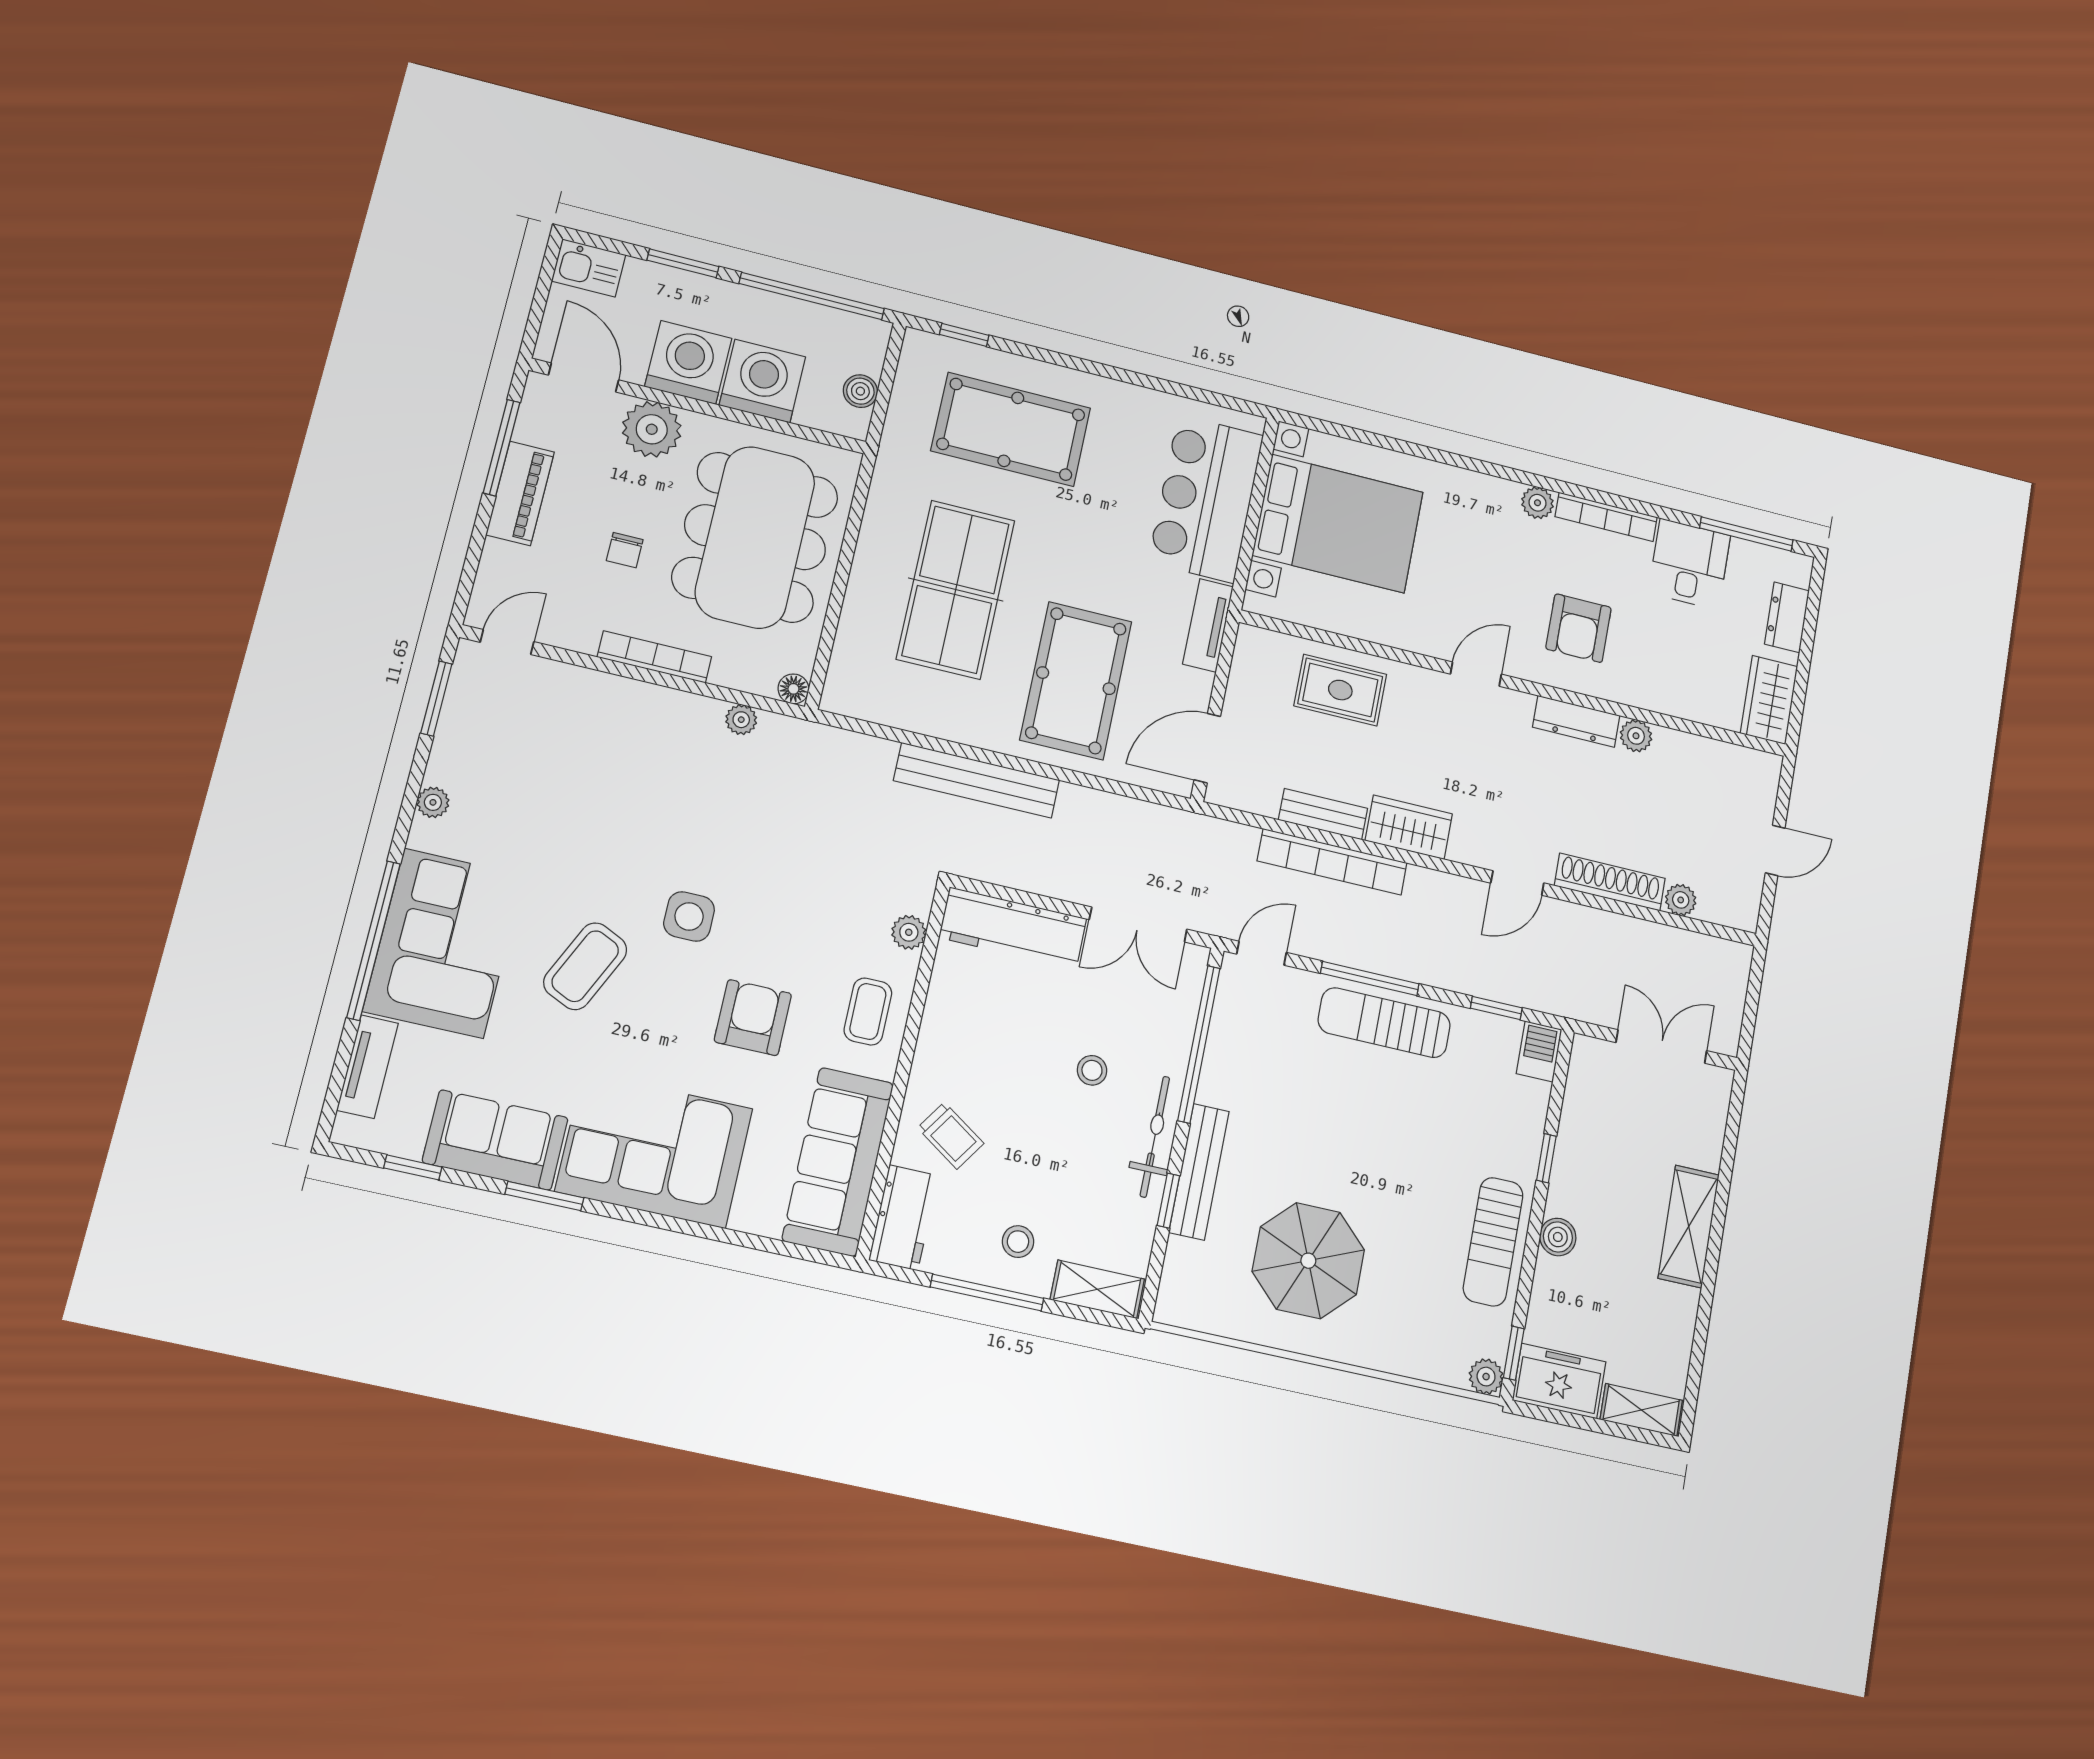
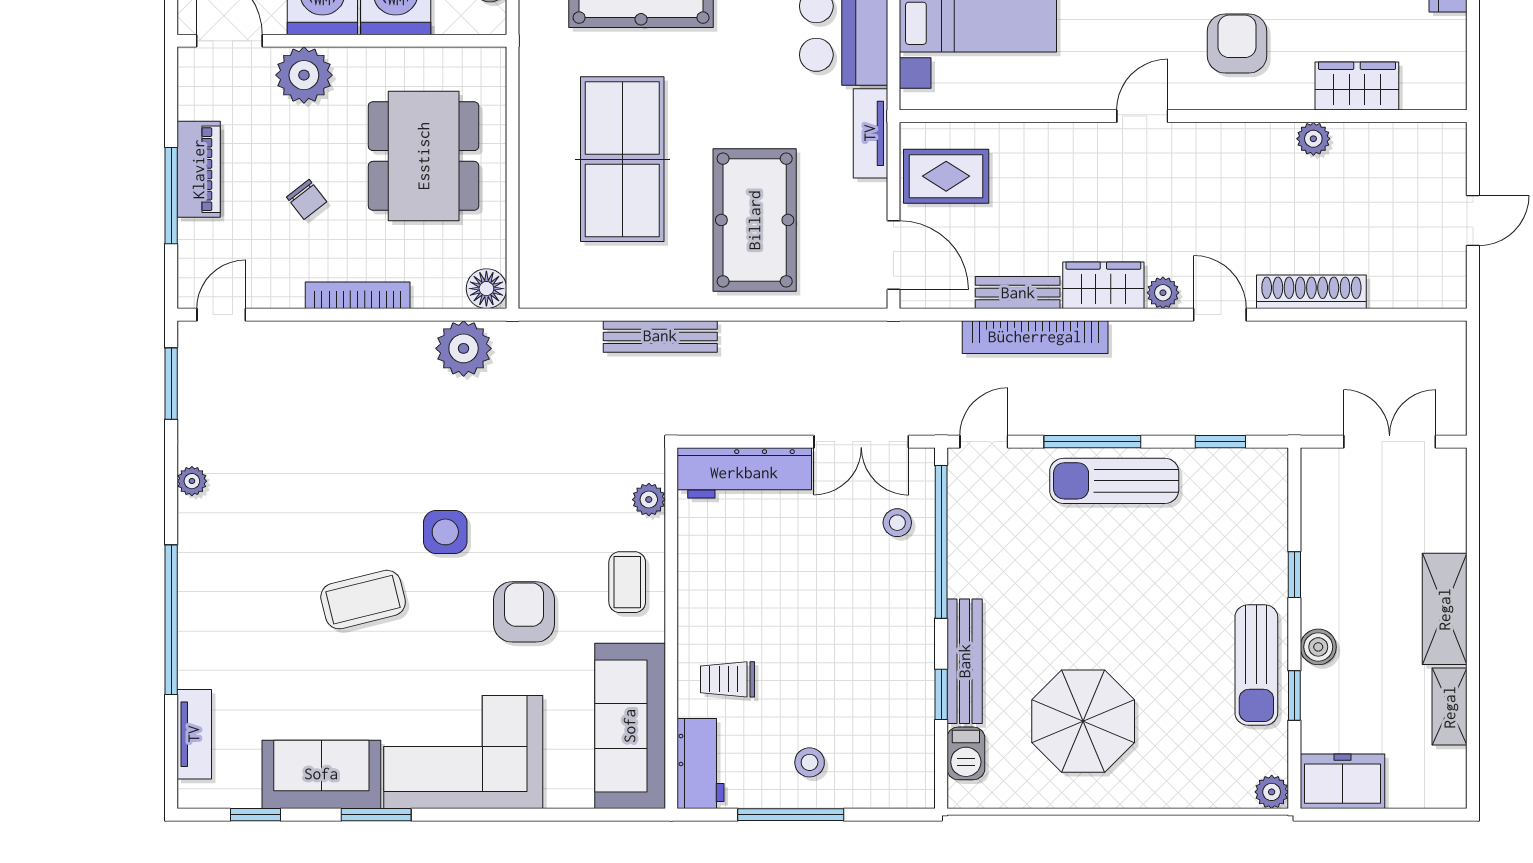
window: (502, 448) -> (171, 196), moved
dining table: (755, 537) -> (424, 156), width x0.73, depth x0.80
chair: (625, 550) -> (307, 199), turned -38
armchair: (1579, 628) -> (1237, 43), turned 180
floor lamp: (793, 689) -> (486, 289), width x1.37, depth x1.37
rug: (1340, 690) -> (946, 176), moved
wardrobe: (1769, 700) -> (1357, 86), moved, turned 90
plant: (741, 720) -> (464, 348), width x1.87, depth x1.87
dresser: (1576, 721) -> (1251, 139), removed
door: (1207, 748) -> (893, 255), swing flipped
bench: (977, 780) -> (660, 336), width x0.73, depth x0.82
door: (1517, 883) -> (1220, 315), swing flipped
plant: (1681, 900) -> (1163, 293), moved
corner sofa: (444, 943) -> (233, 608), removed
coffee table: (585, 966) -> (363, 600), turned 51
barbecue: (1539, 1052) -> (966, 753), moved, turned 180
stool: (1092, 1070) -> (897, 523), moved
trolley: (951, 1136) -> (728, 679), turned 146
bicycle: (1155, 1137) -> (917, 638), removed
shelving: (1097, 1289) -> (891, 790), removed
window: (1514, 1353) -> (1294, 695), moved
shelving: (1641, 1410) -> (1450, 707), moved, turned 90

